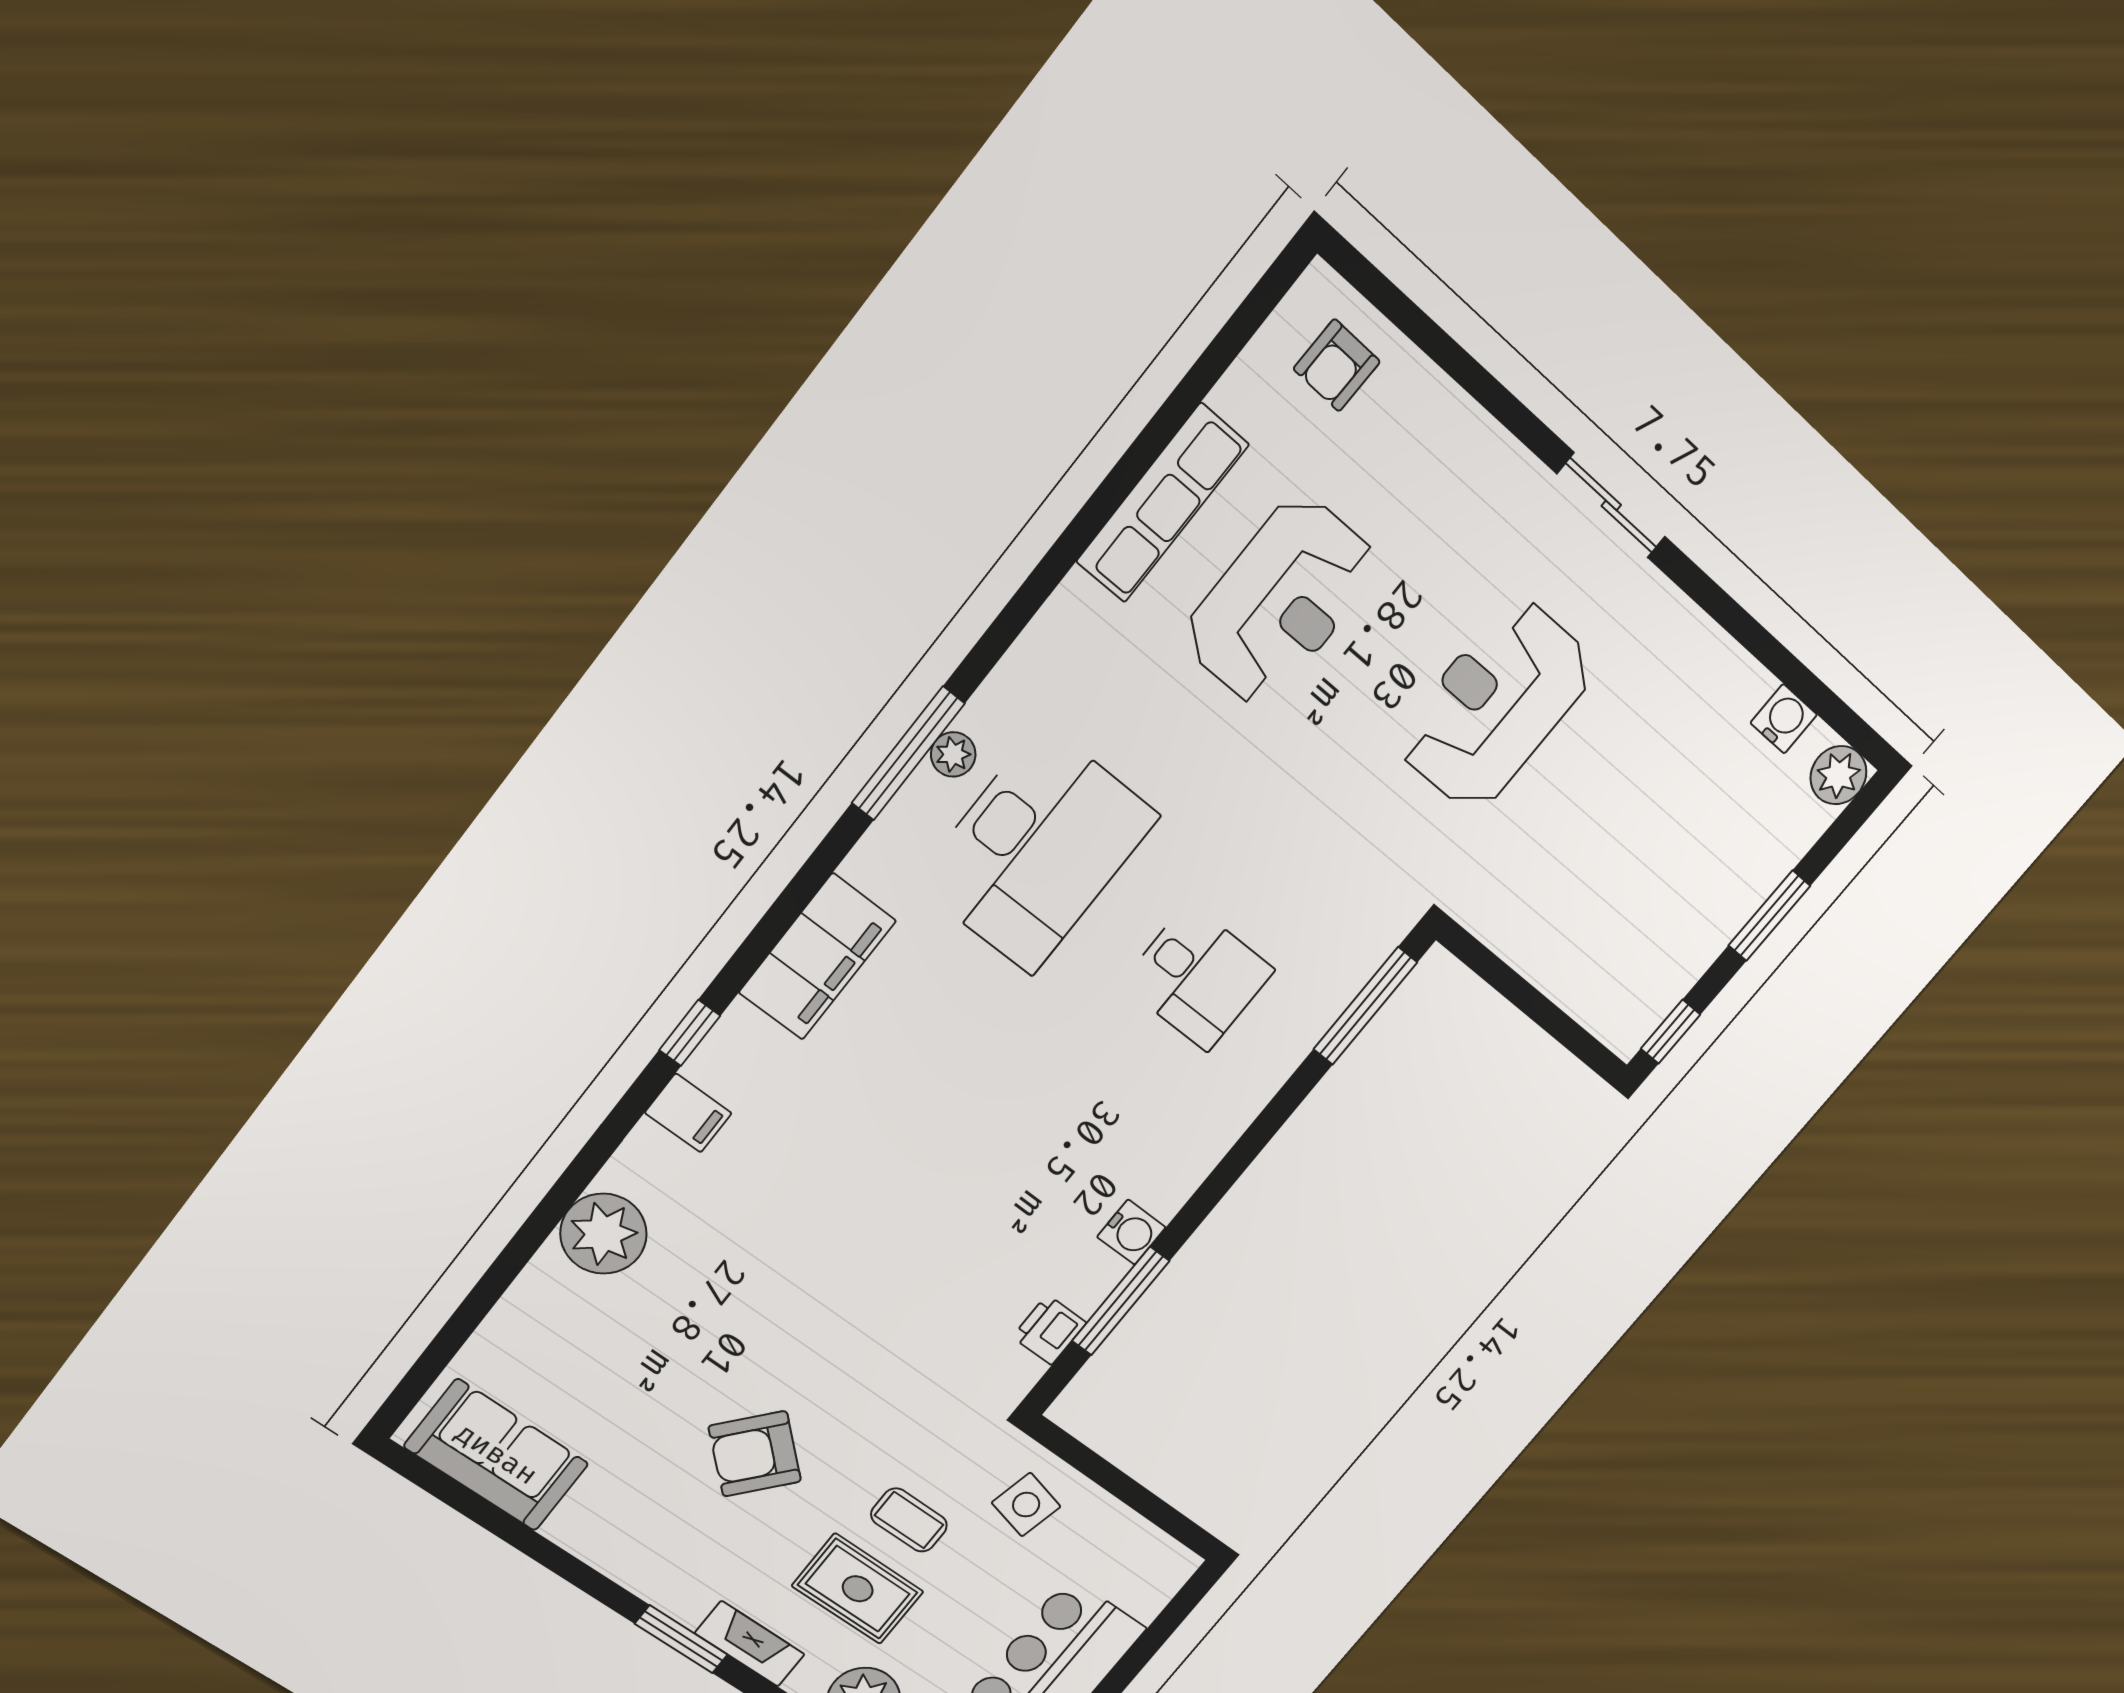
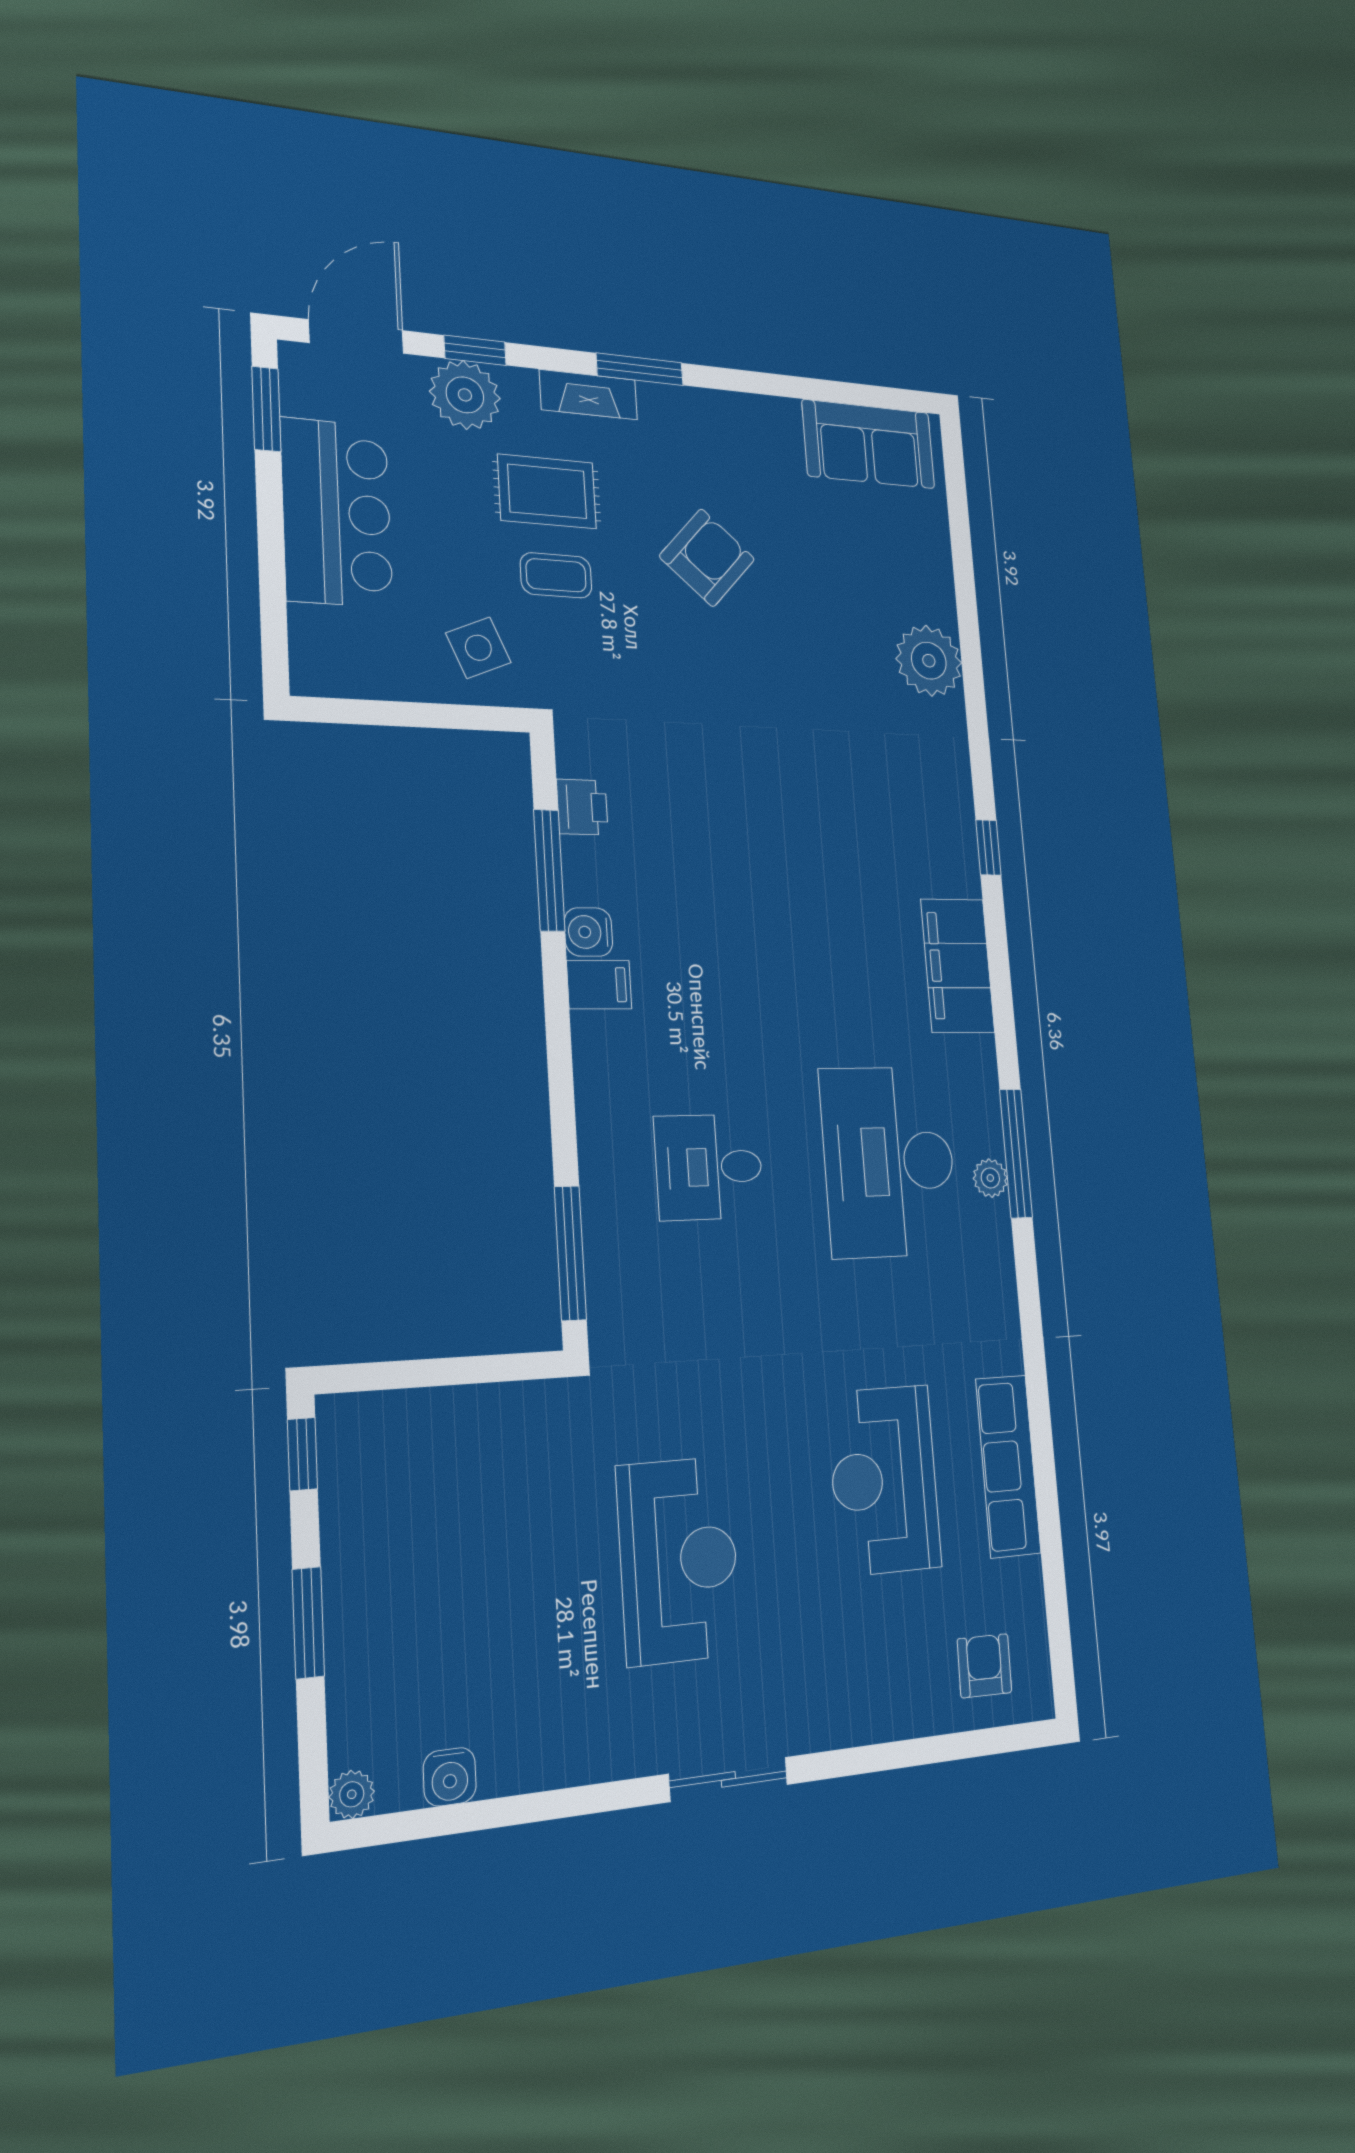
plant: (1838, 775) -> (352, 1794), width x0.73, depth x0.73
filing cabinet: (688, 1113) -> (599, 985), moved, turned 180
side table: (1026, 1505) -> (478, 648), turned -36

